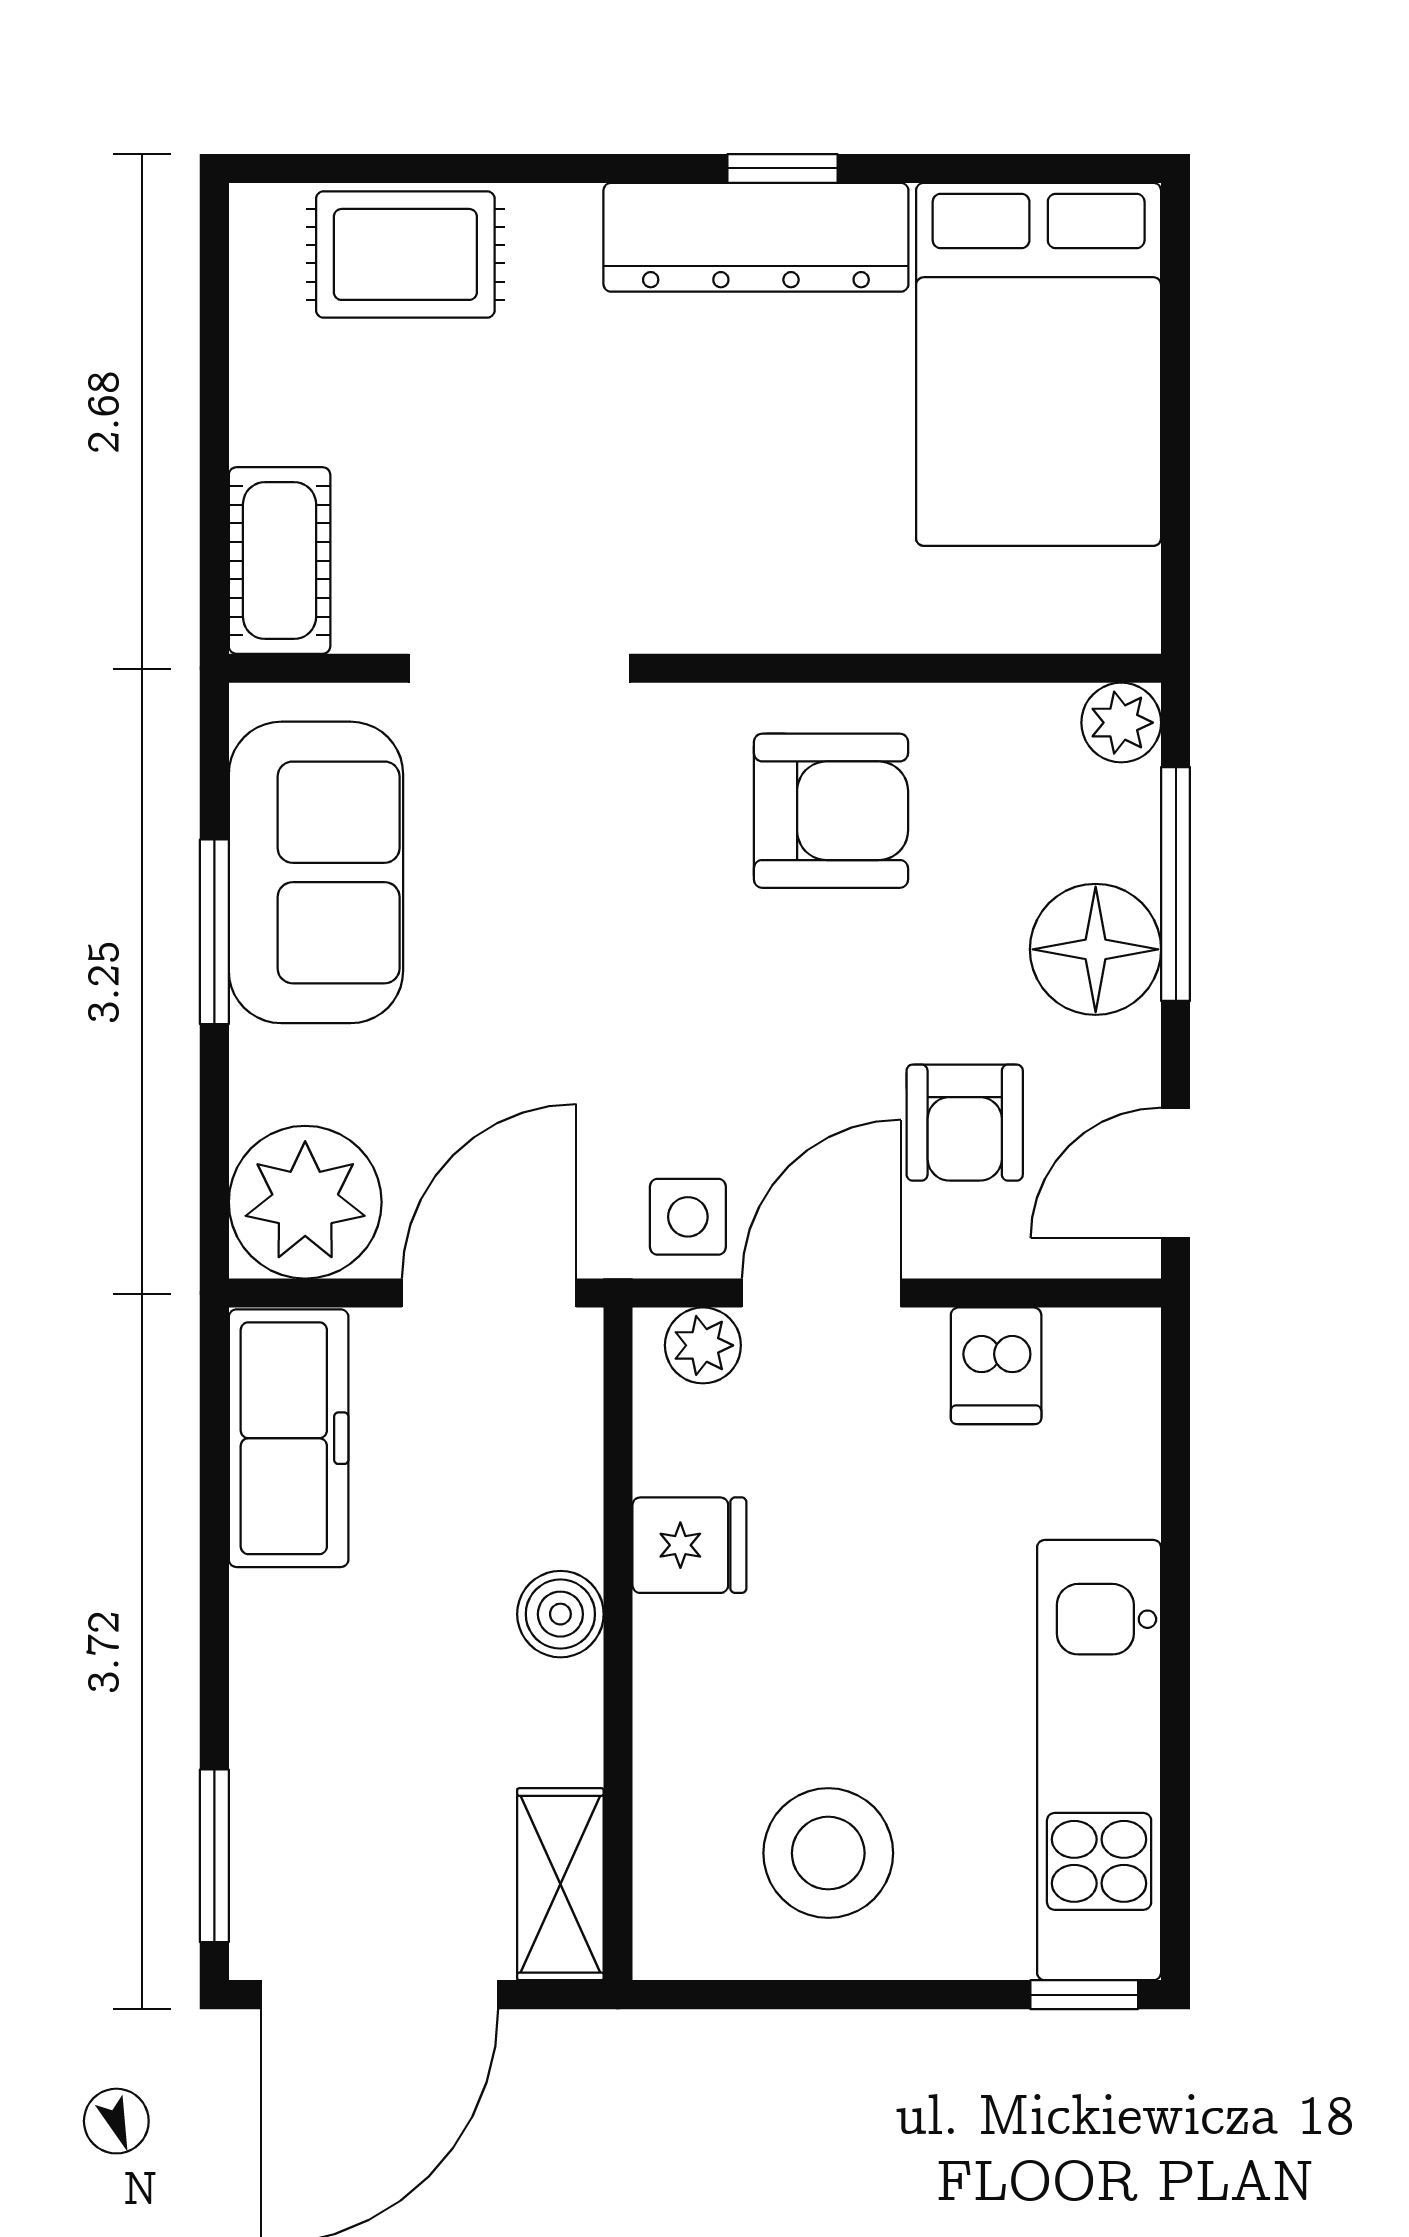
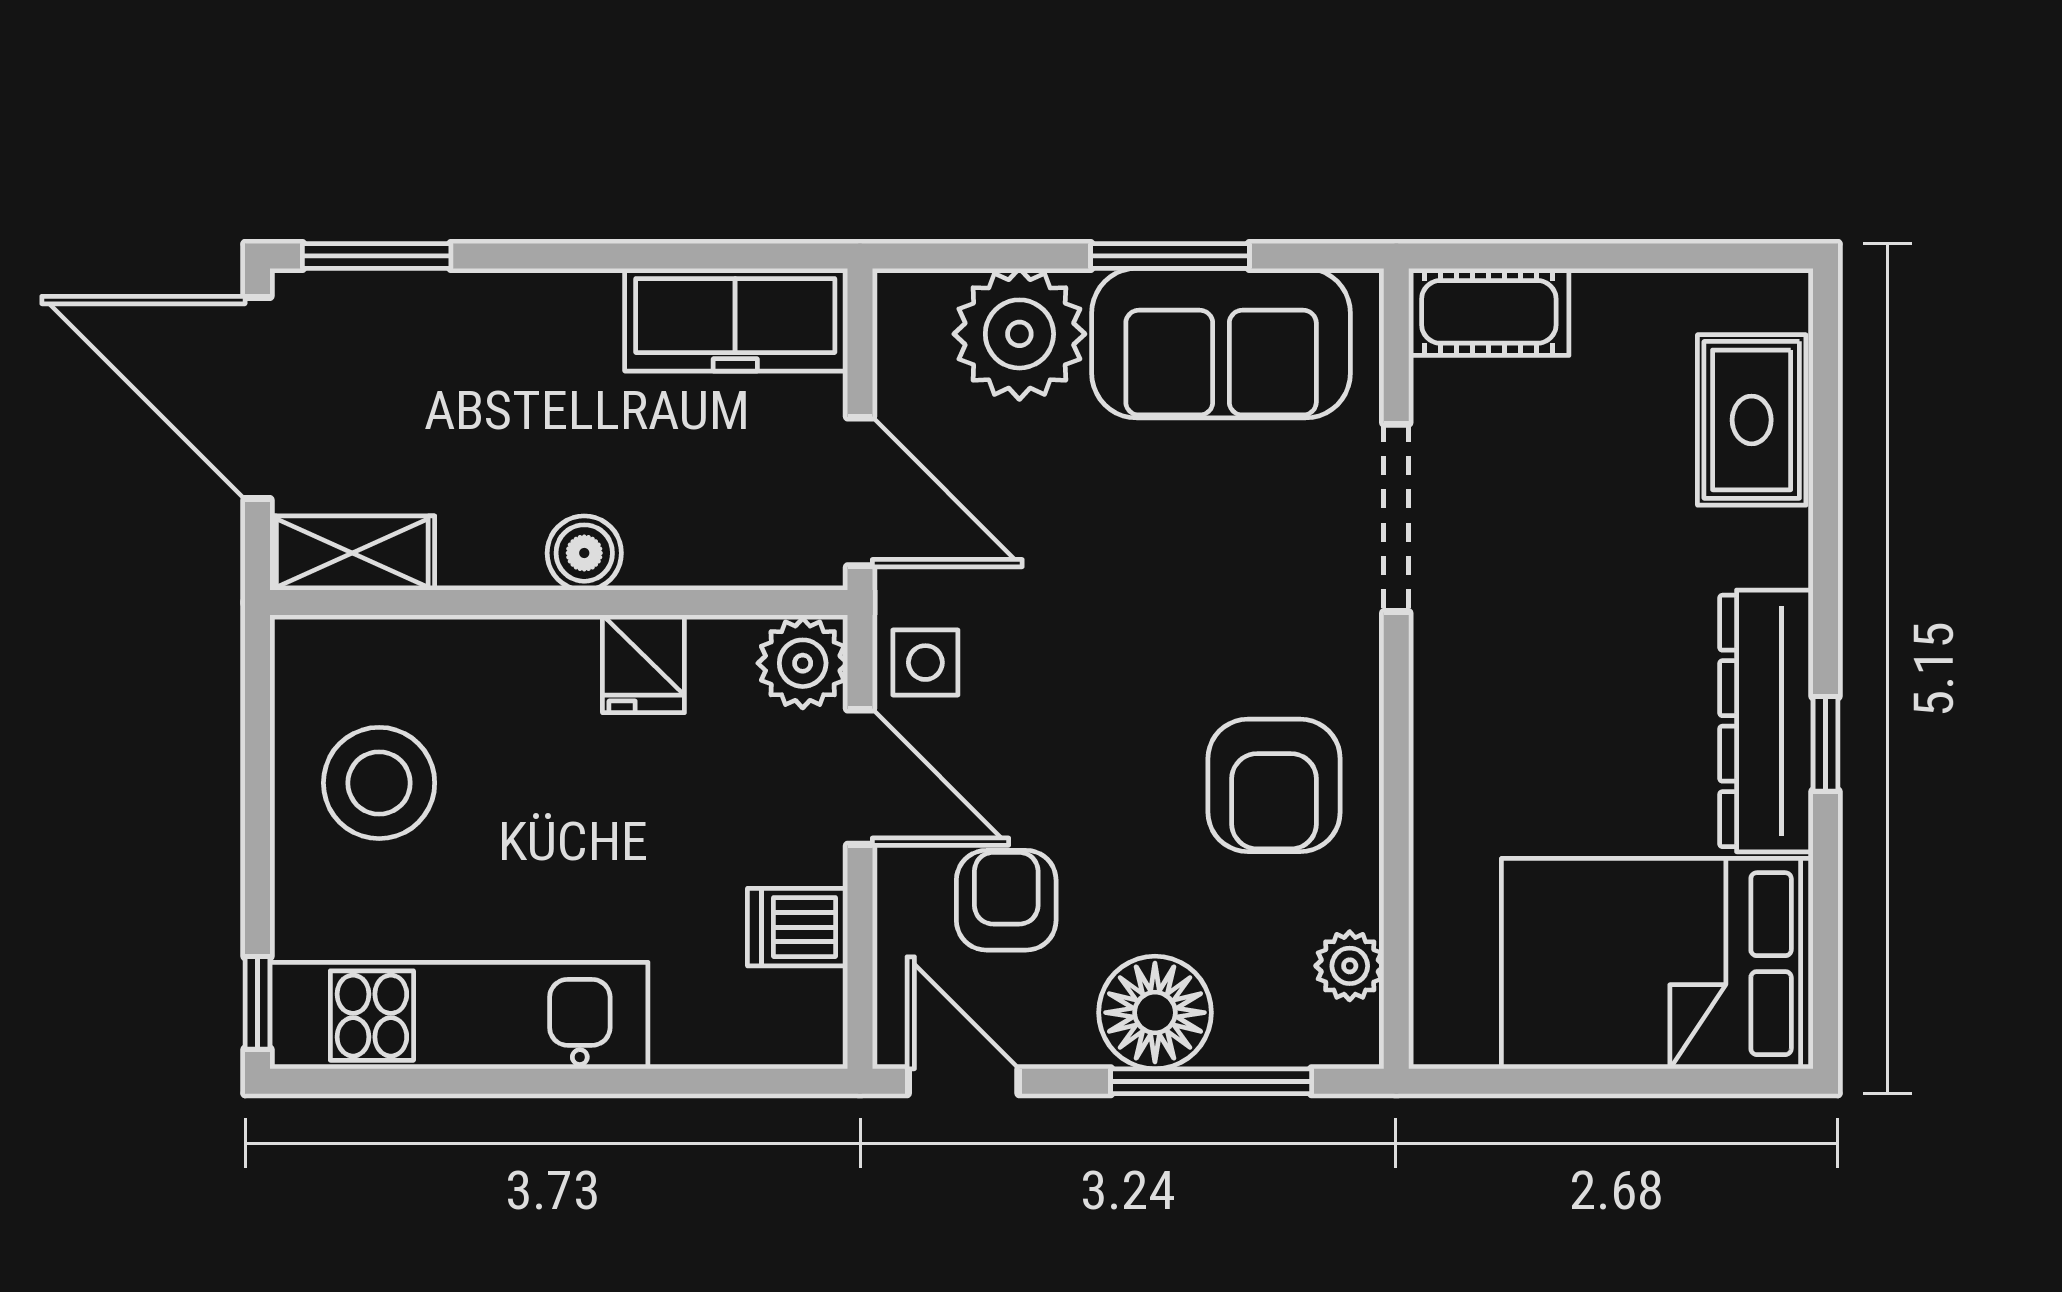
plant: (1121, 723) -> (1350, 966), moved
armchair: (965, 1123) -> (1006, 900), turned 90
plant: (305, 1202) -> (1019, 334), moved
plant: (703, 1345) -> (803, 663), width x1.38, depth x1.38

